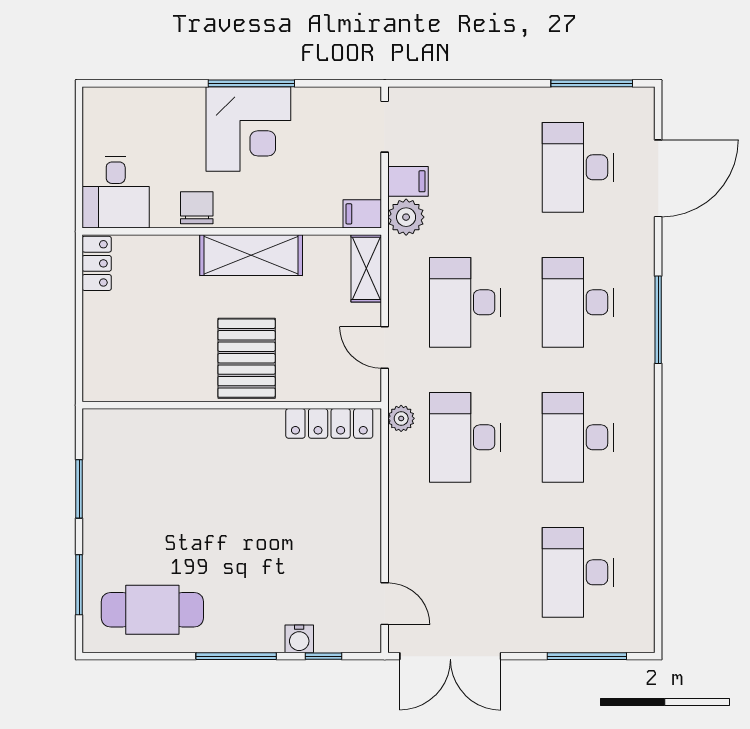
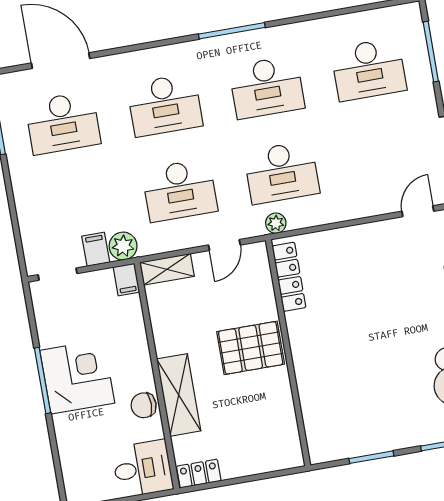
shelving: (251, 255) -> (179, 395), moved
window: (658, 320) -> (232, 31), moved

